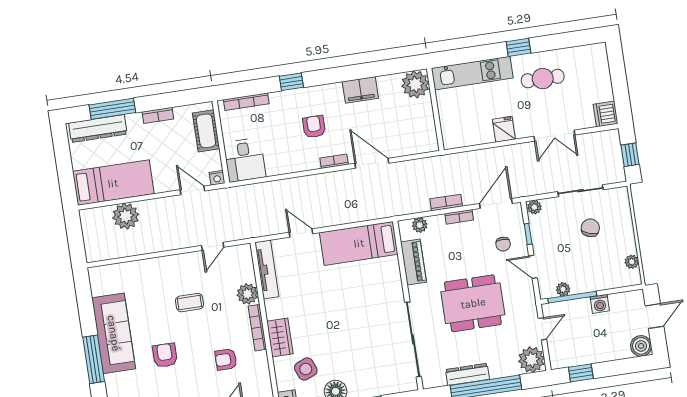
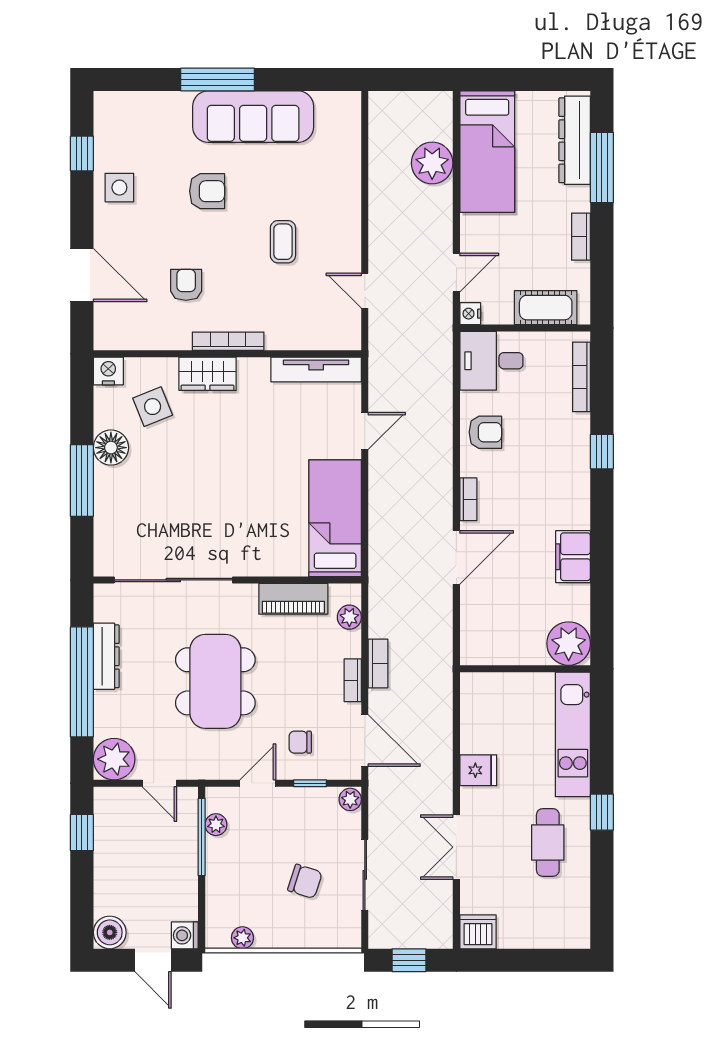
armchair: (314, 127) -> (485, 432), moved
plant: (247, 294) -> (283, 334), removed
washing machine: (600, 304) -> (185, 935), moved

